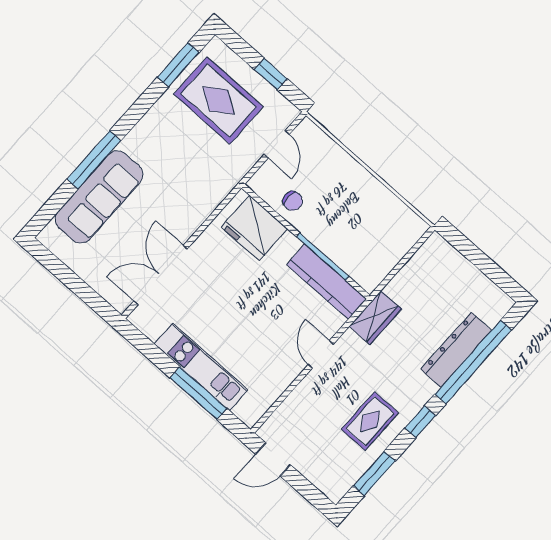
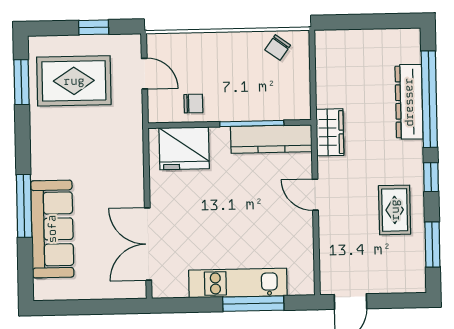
chair: (395, 217) -> (278, 48), added

